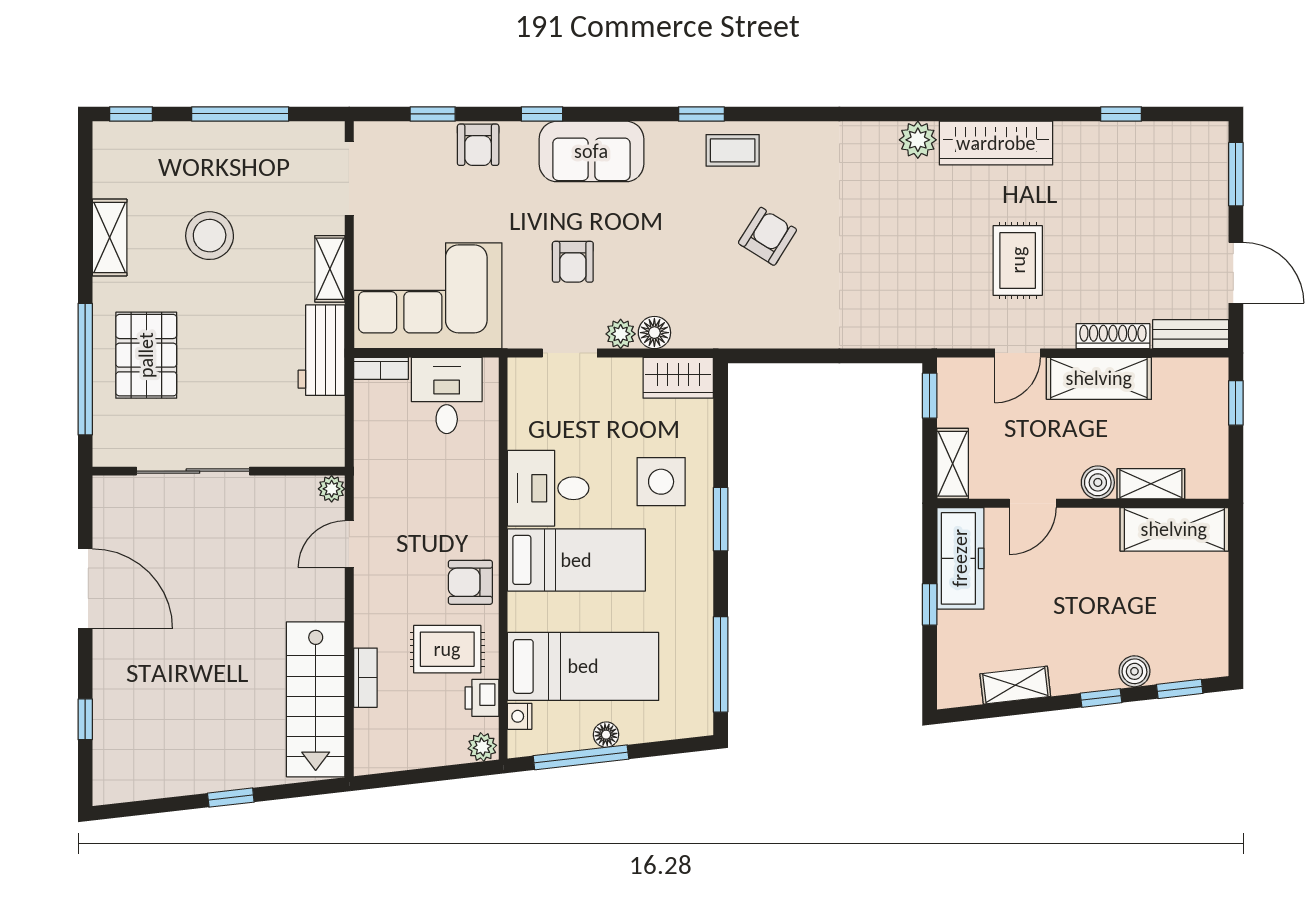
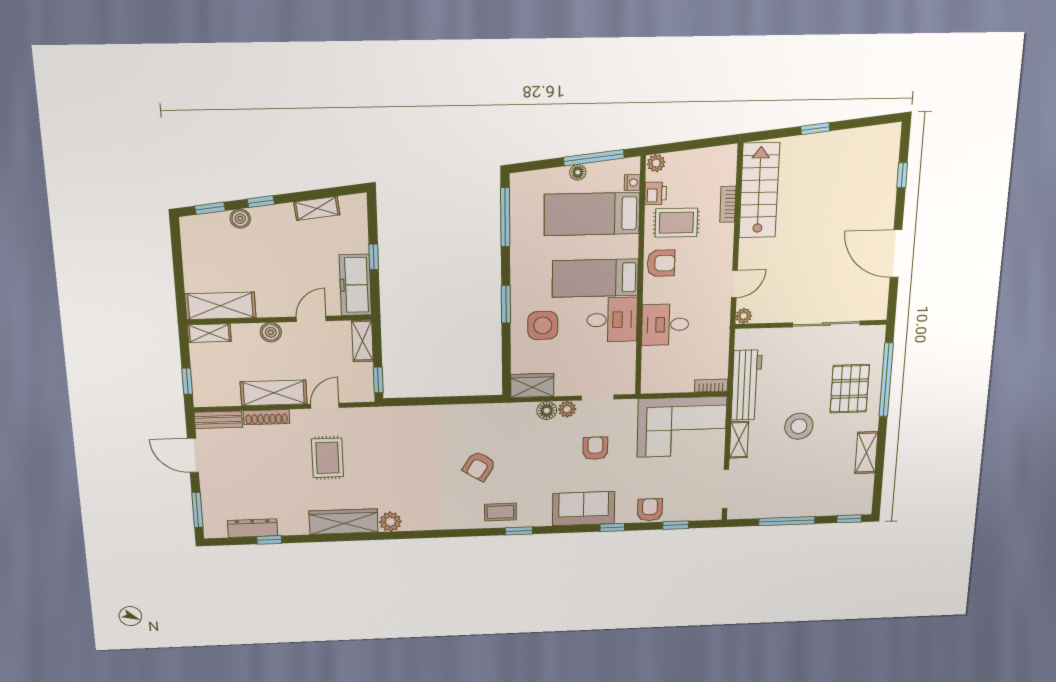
dresser: (1147, 137) -> (253, 528), added
stool: (210, 236) -> (799, 426), moved
workbench: (322, 350) -> (746, 385), width x1.38
desk: (447, 395) -> (665, 325), moved, turned 90
shelving: (1151, 484) -> (209, 333), moved

